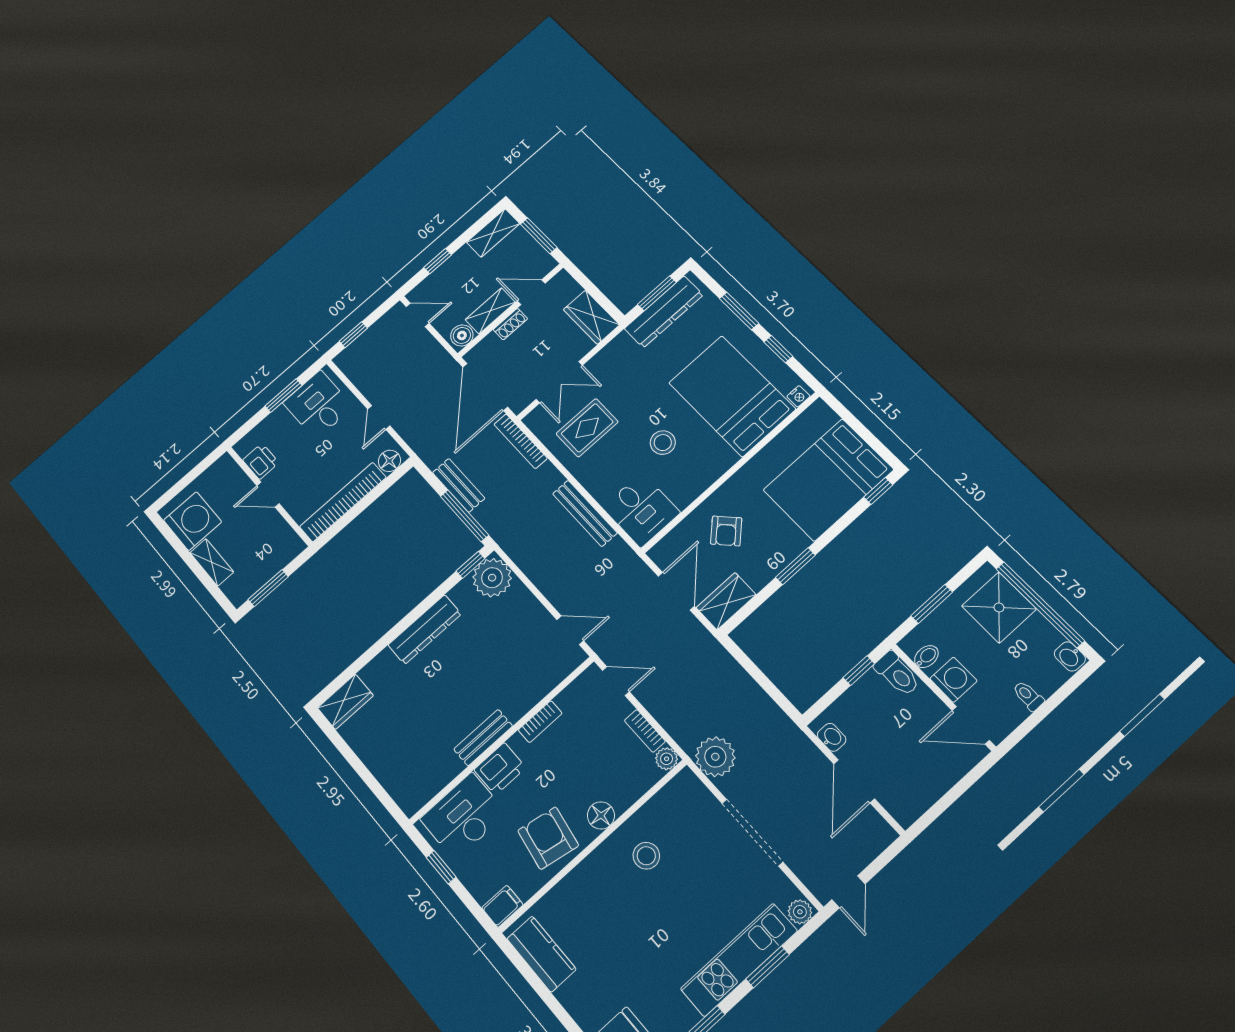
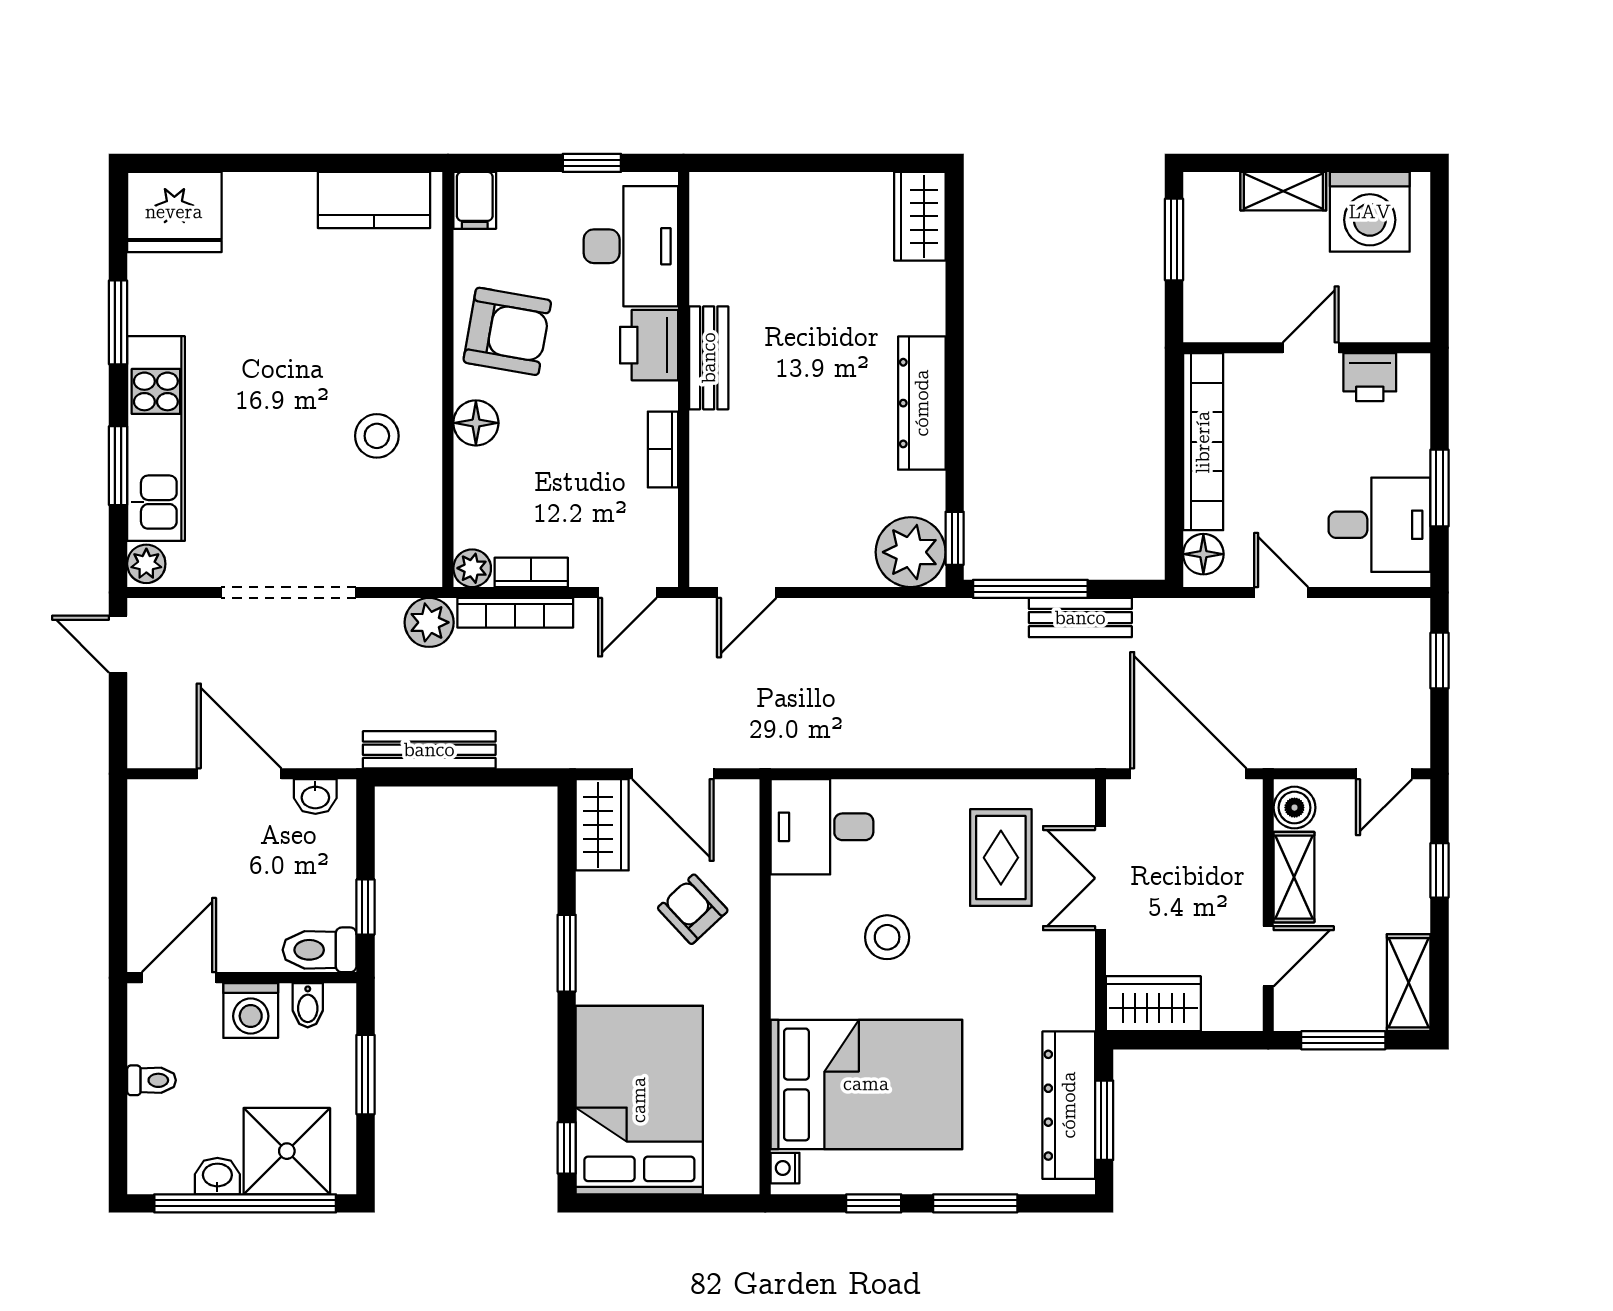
shoe rack: (510, 324) -> (1248, 887), removed
bookcase: (521, 441) -> (515, 613), moved, turned 180
bench: (585, 513) -> (429, 750), moved
washbasin: (1070, 656) -> (217, 1176), moved
plant: (715, 757) -> (429, 622), width x0.73, depth x0.73

